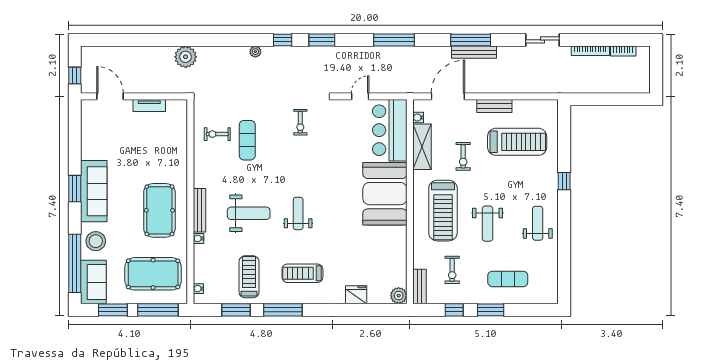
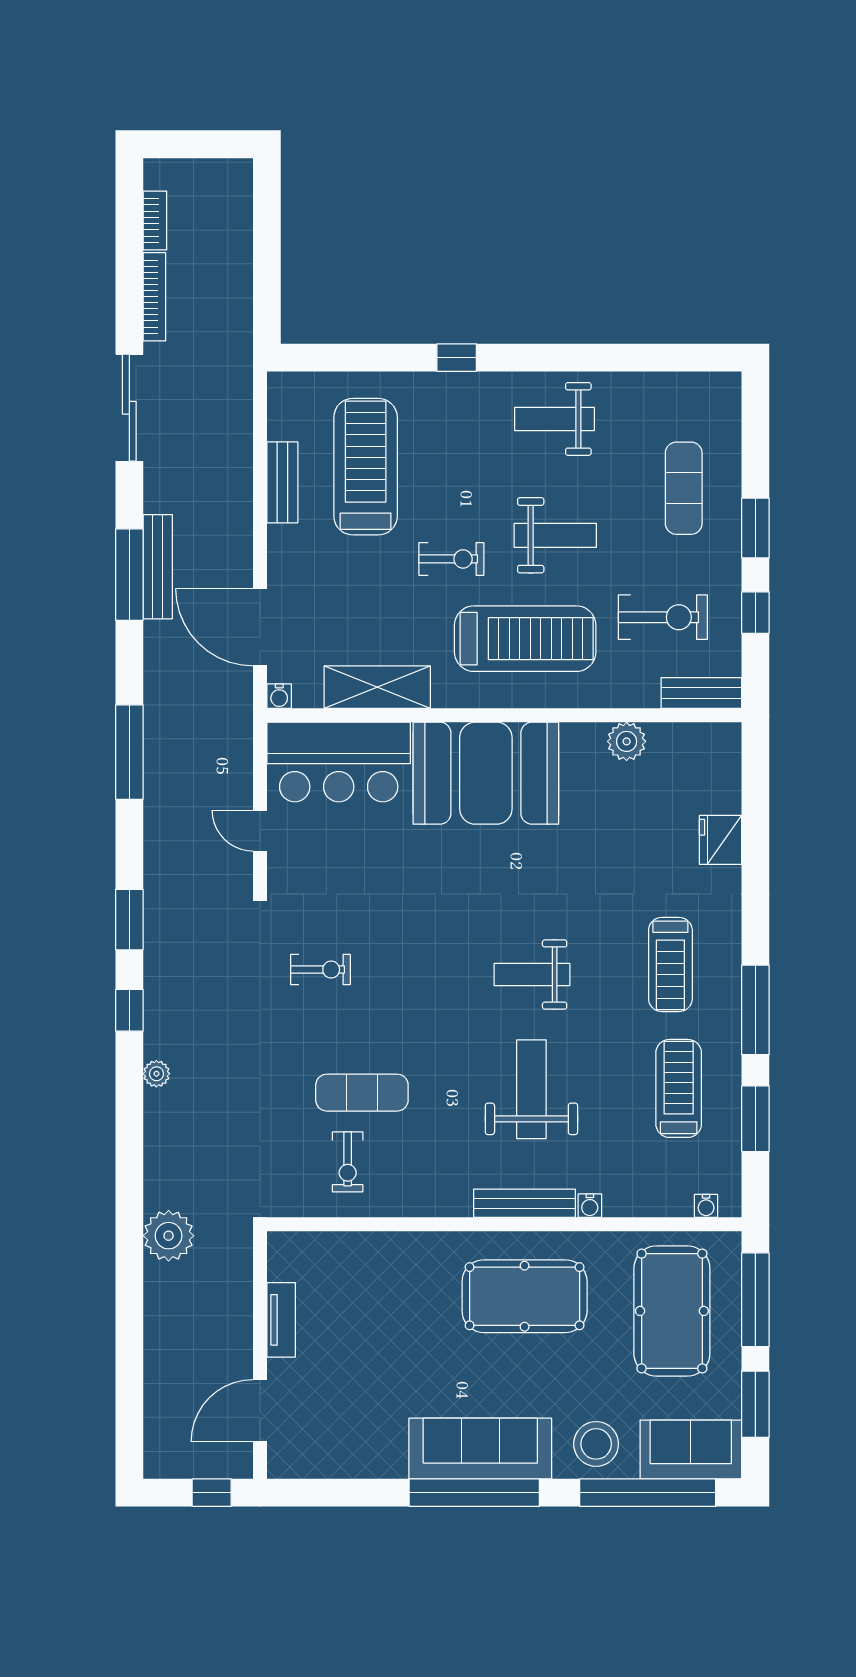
sliding door: (543, 40) -> (129, 408), width x1.37
bench: (494, 106) -> (282, 482), moved
water cooler: (418, 118) -> (279, 696), moved
exercise bike: (463, 156) -> (451, 559), moved
window: (75, 189) -> (474, 1493), width x2.11
exercise bike: (452, 270) -> (663, 617), width x1.38, depth x1.39
treadmill: (249, 277) -> (679, 1088), turned 90
plant: (399, 296) -> (627, 741), moved

